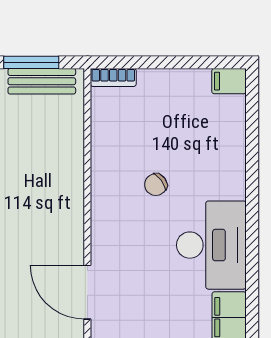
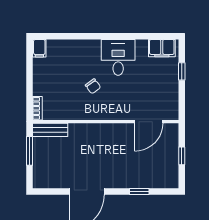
bench: (42, 81) -> (50, 130), moved, turned 90
desk: (211, 245) -> (118, 57), width x0.73

